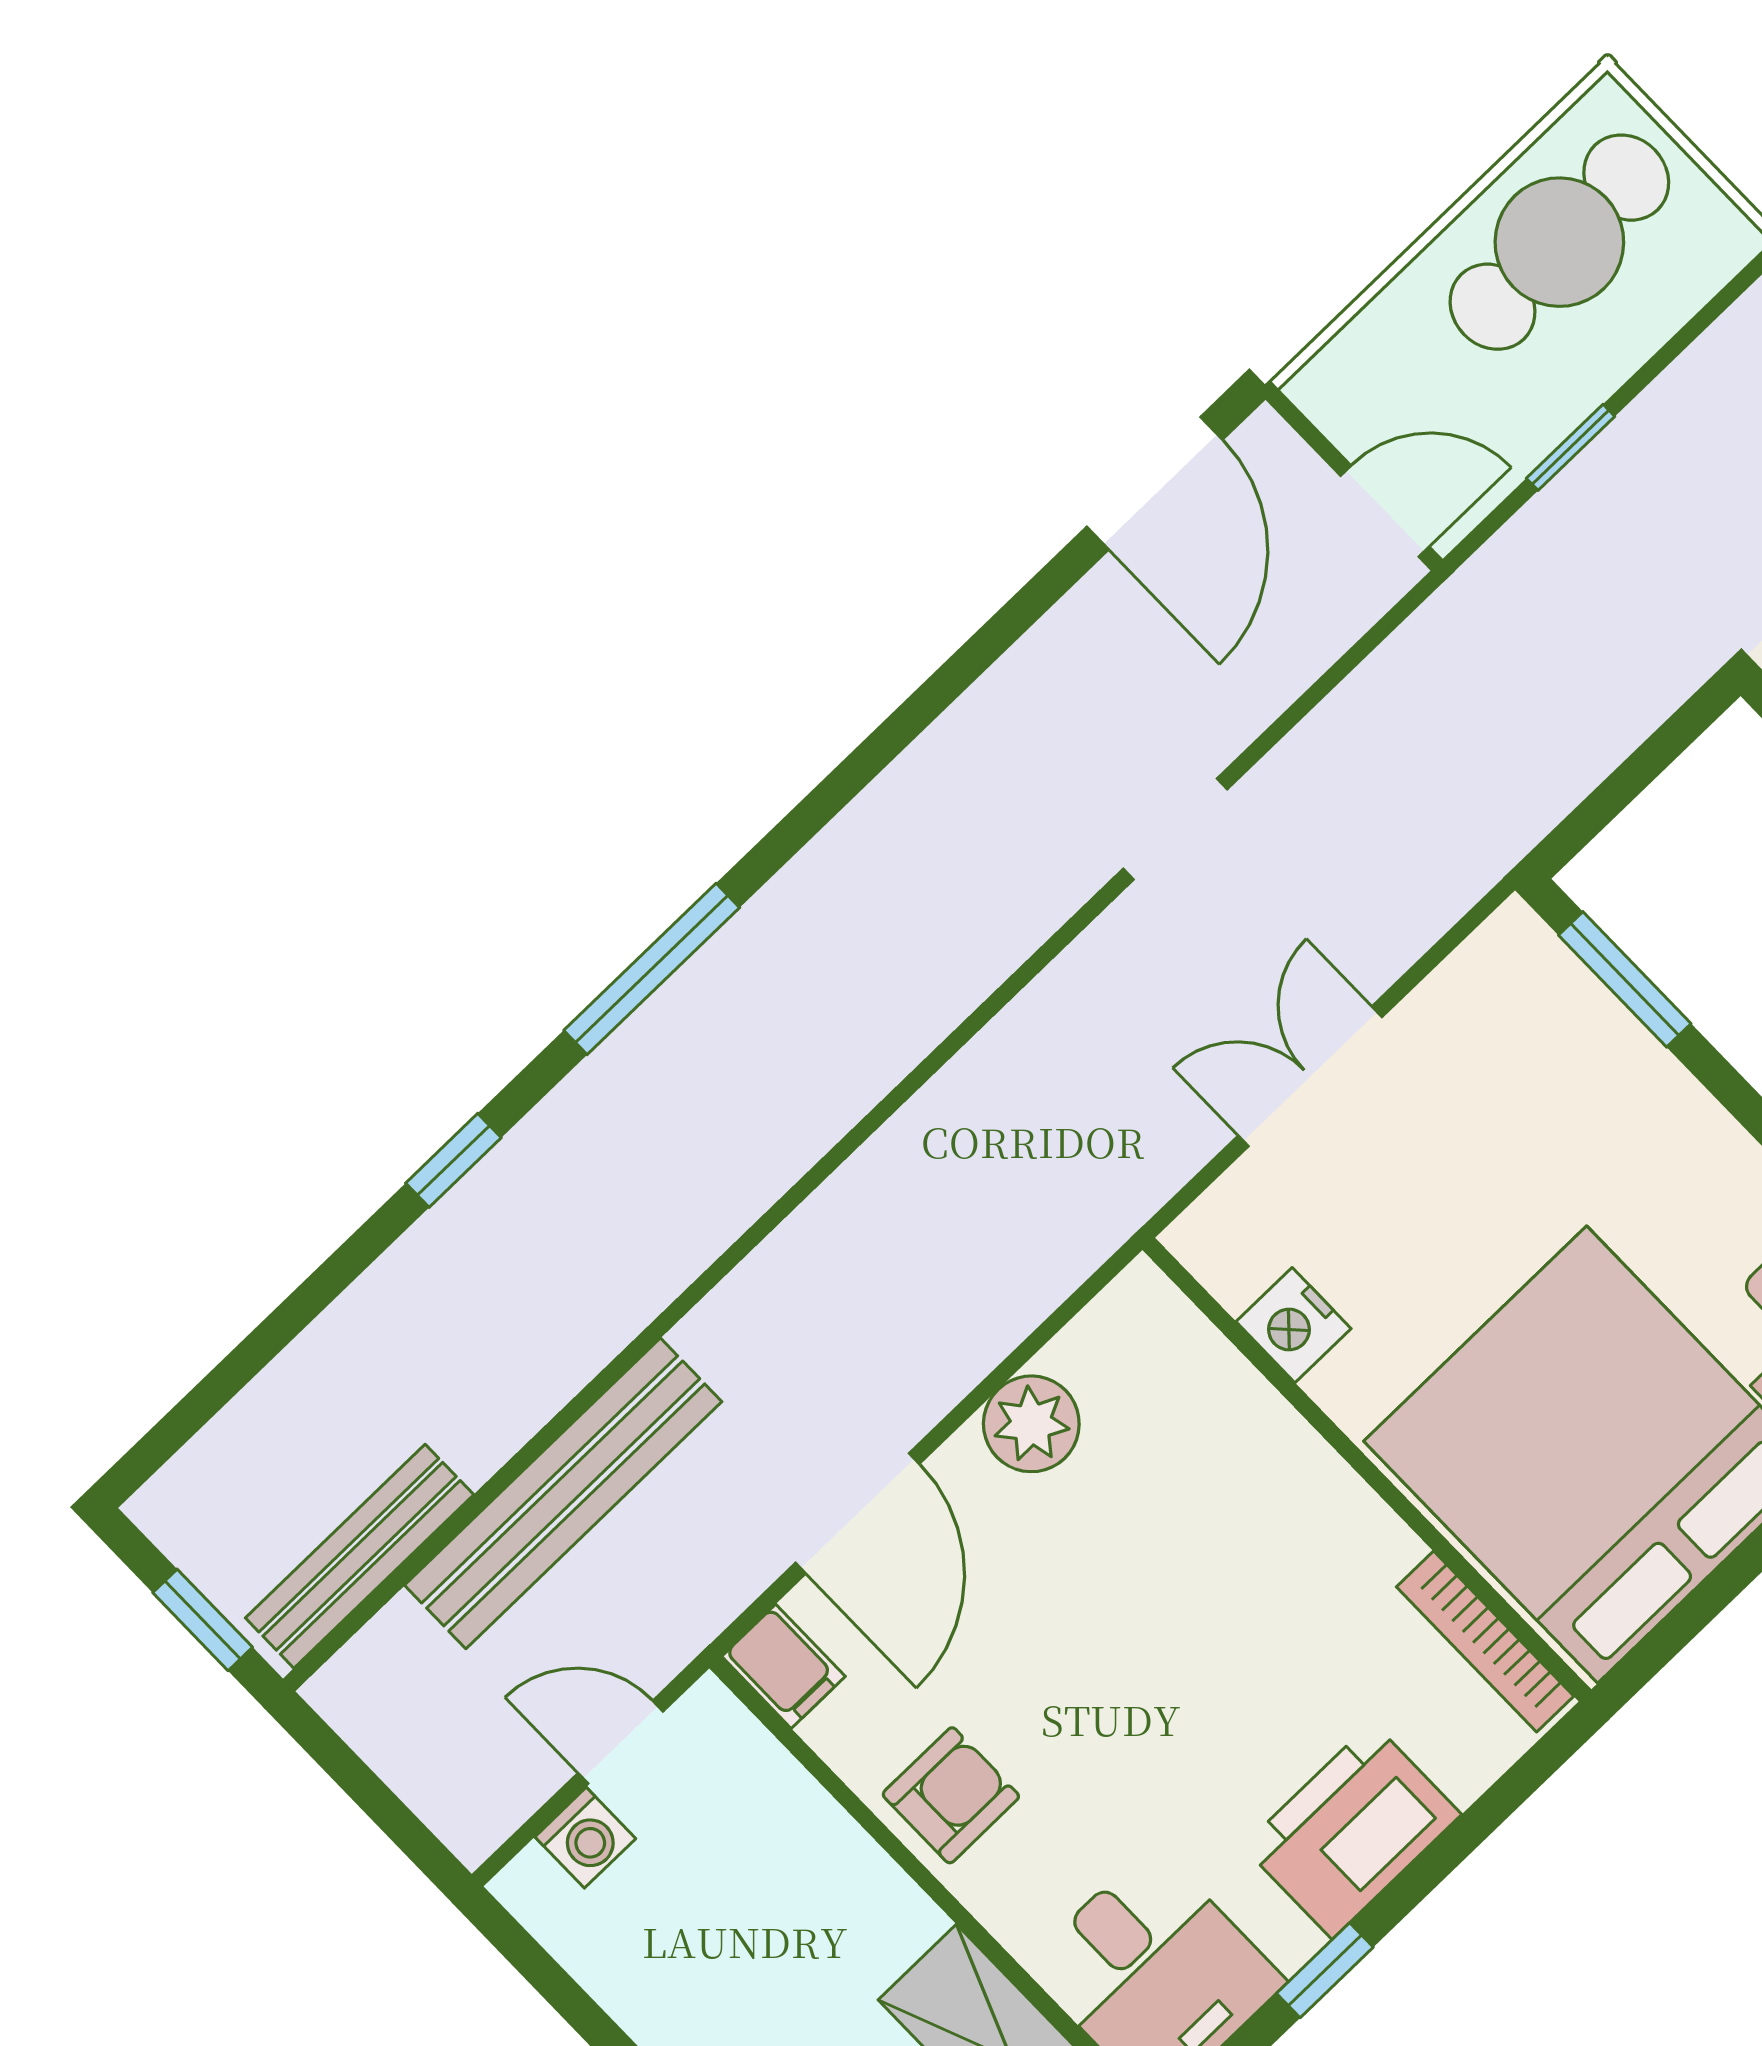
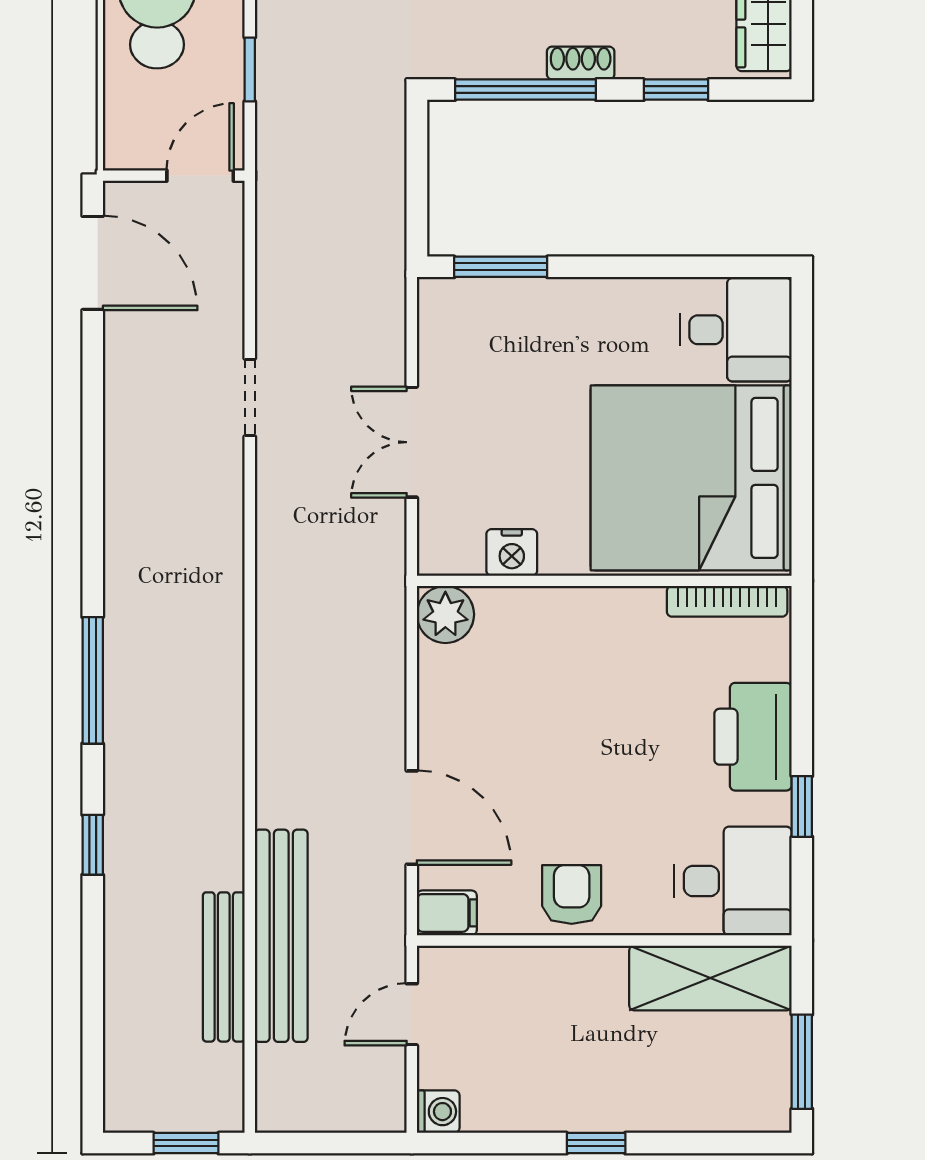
plant: (1031, 1424) -> (445, 614), moved
bench: (360, 1556) -> (224, 967), moved
washing machine: (585, 1838) -> (438, 1112), moved

